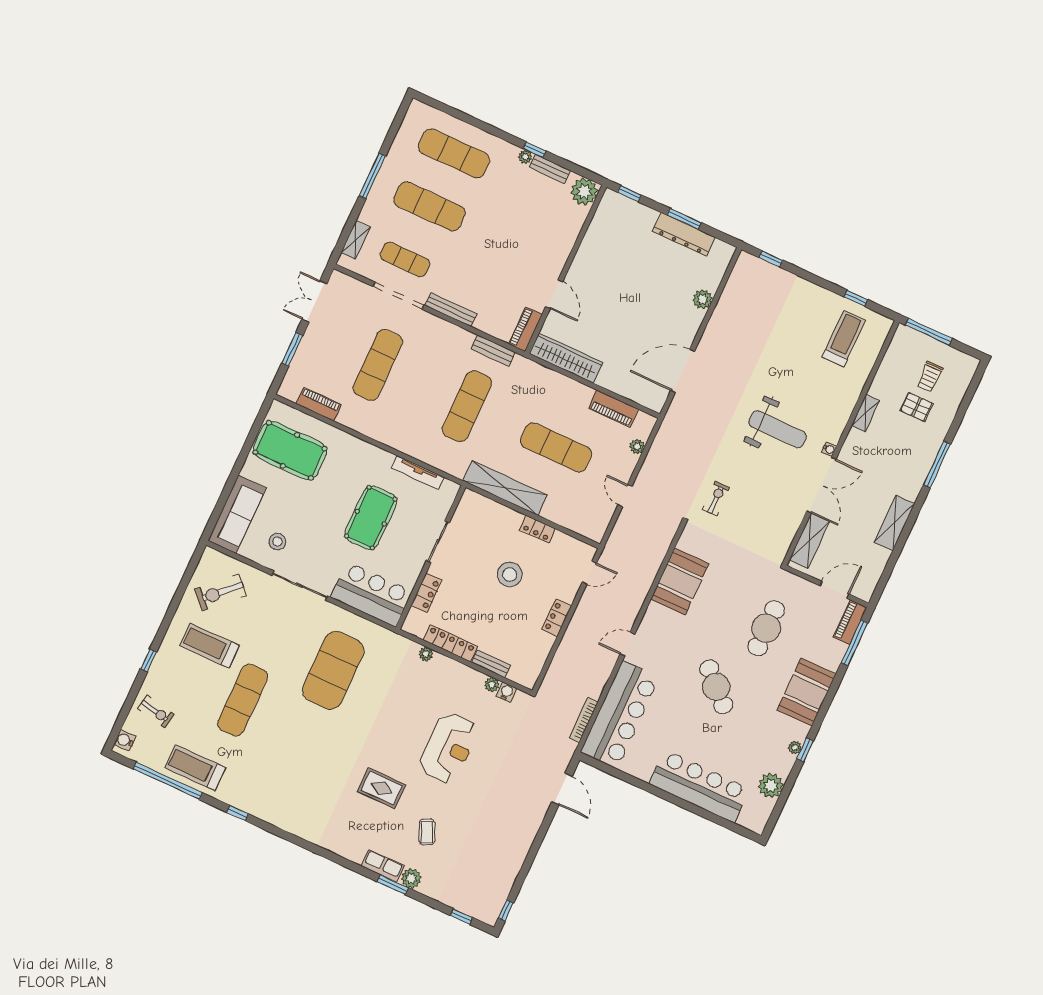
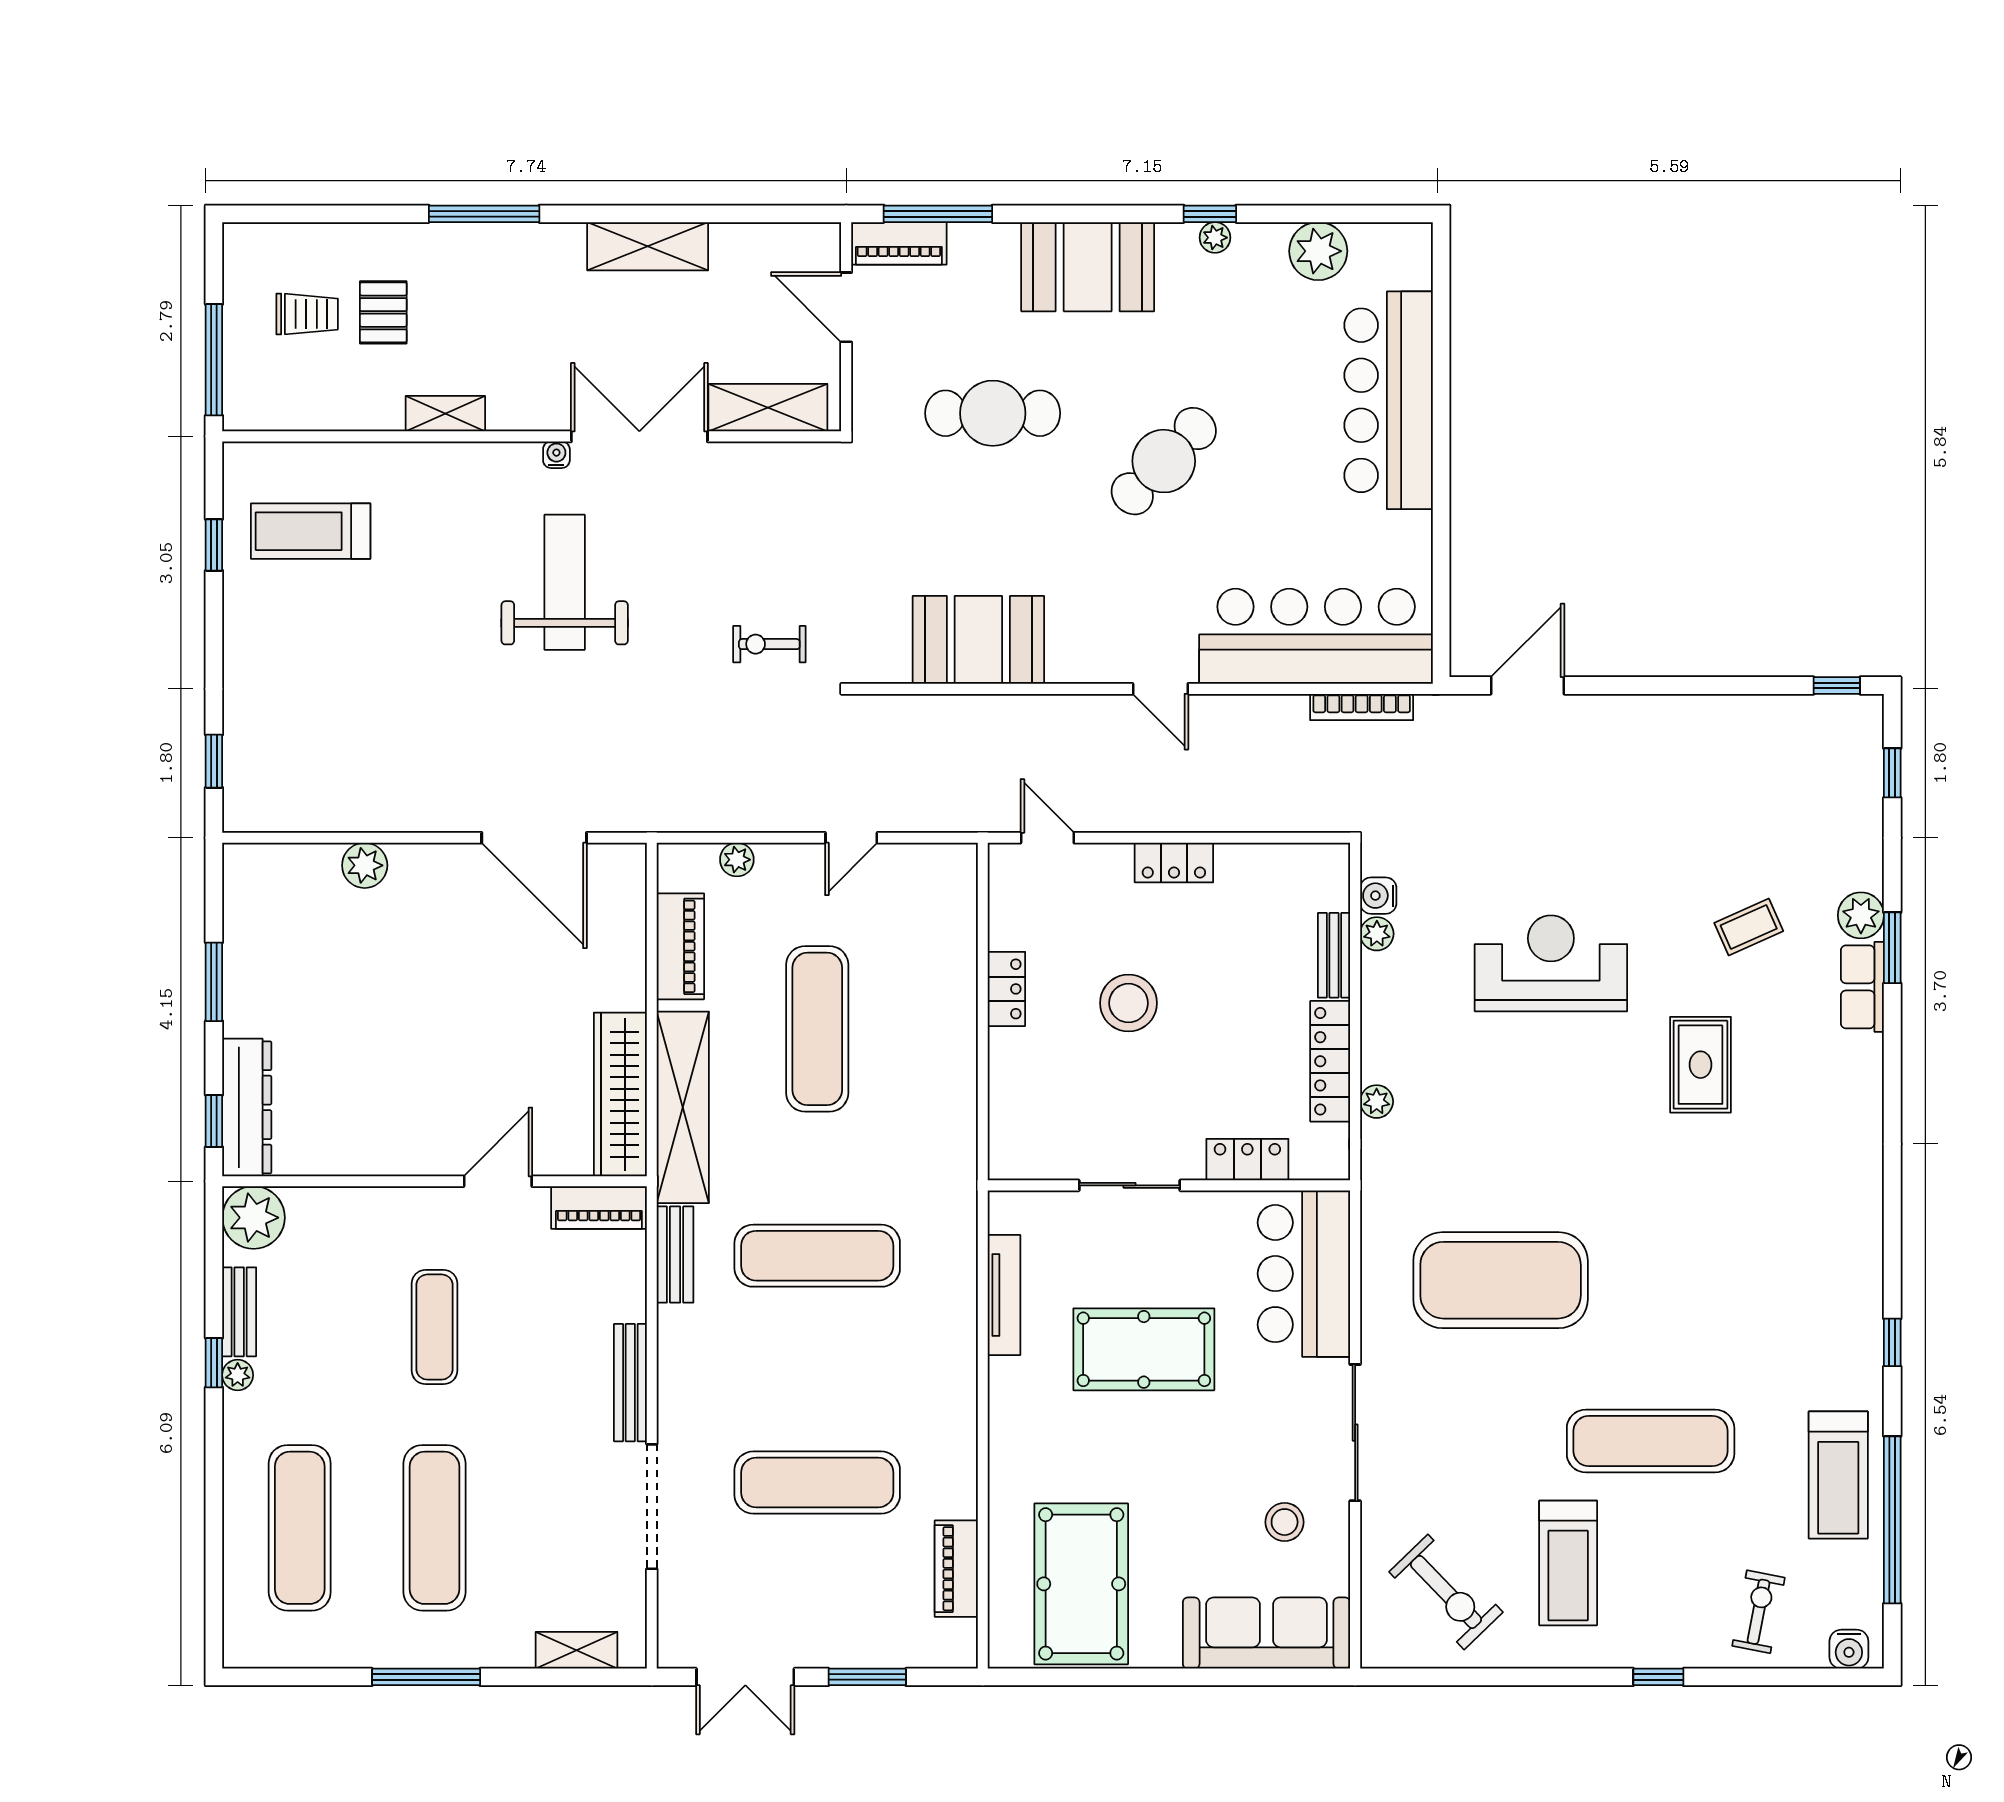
dresser: (684, 234) -> (247, 1107), moved
exercise mat: (405, 259) -> (434, 1327), moved
shelving: (505, 488) -> (683, 1107), moved

